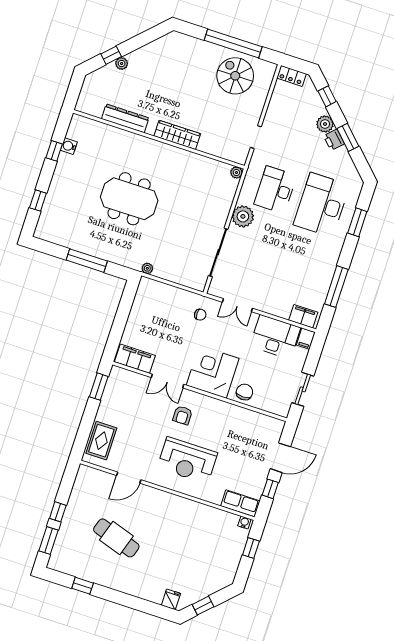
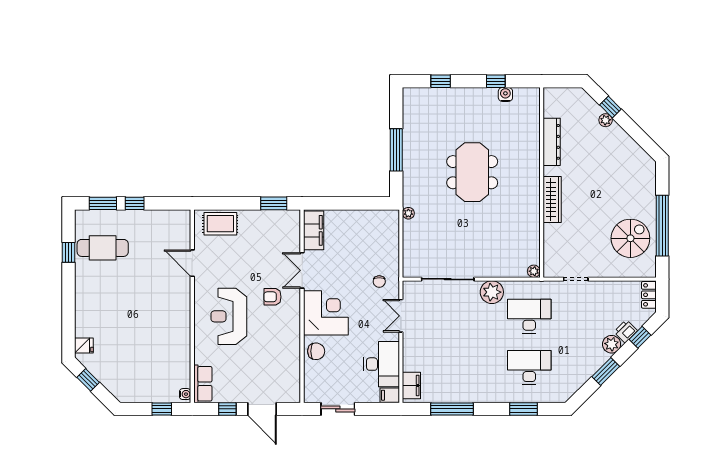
printer: (334, 140) -> (626, 331), moved
desk: (322, 205) -> (529, 367), width x0.73, depth x0.77
cafe table: (116, 538) -> (103, 248), moved, turned 72

